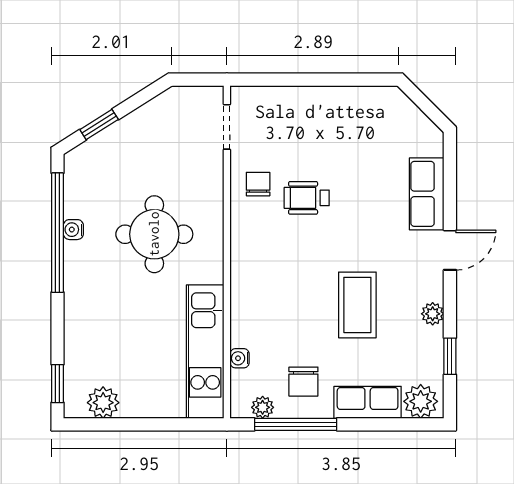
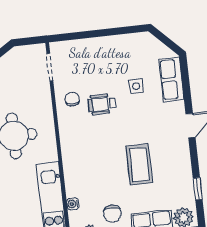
side table: (367, 175) -> (136, 86), added
row of seats: (427, 194) -> (171, 79), moved
plant: (433, 314) -> (185, 165), removed

